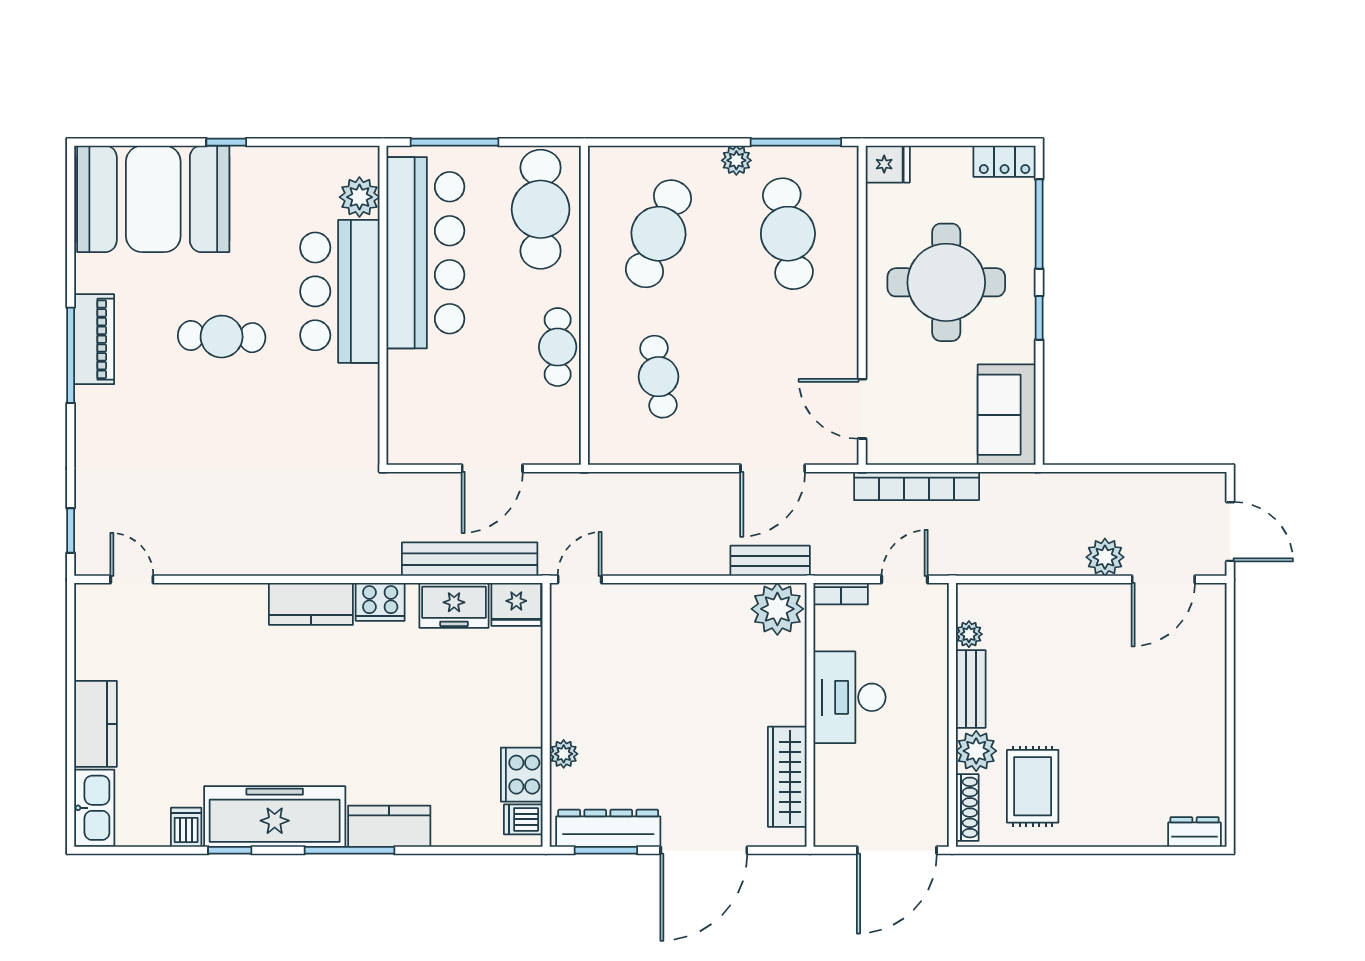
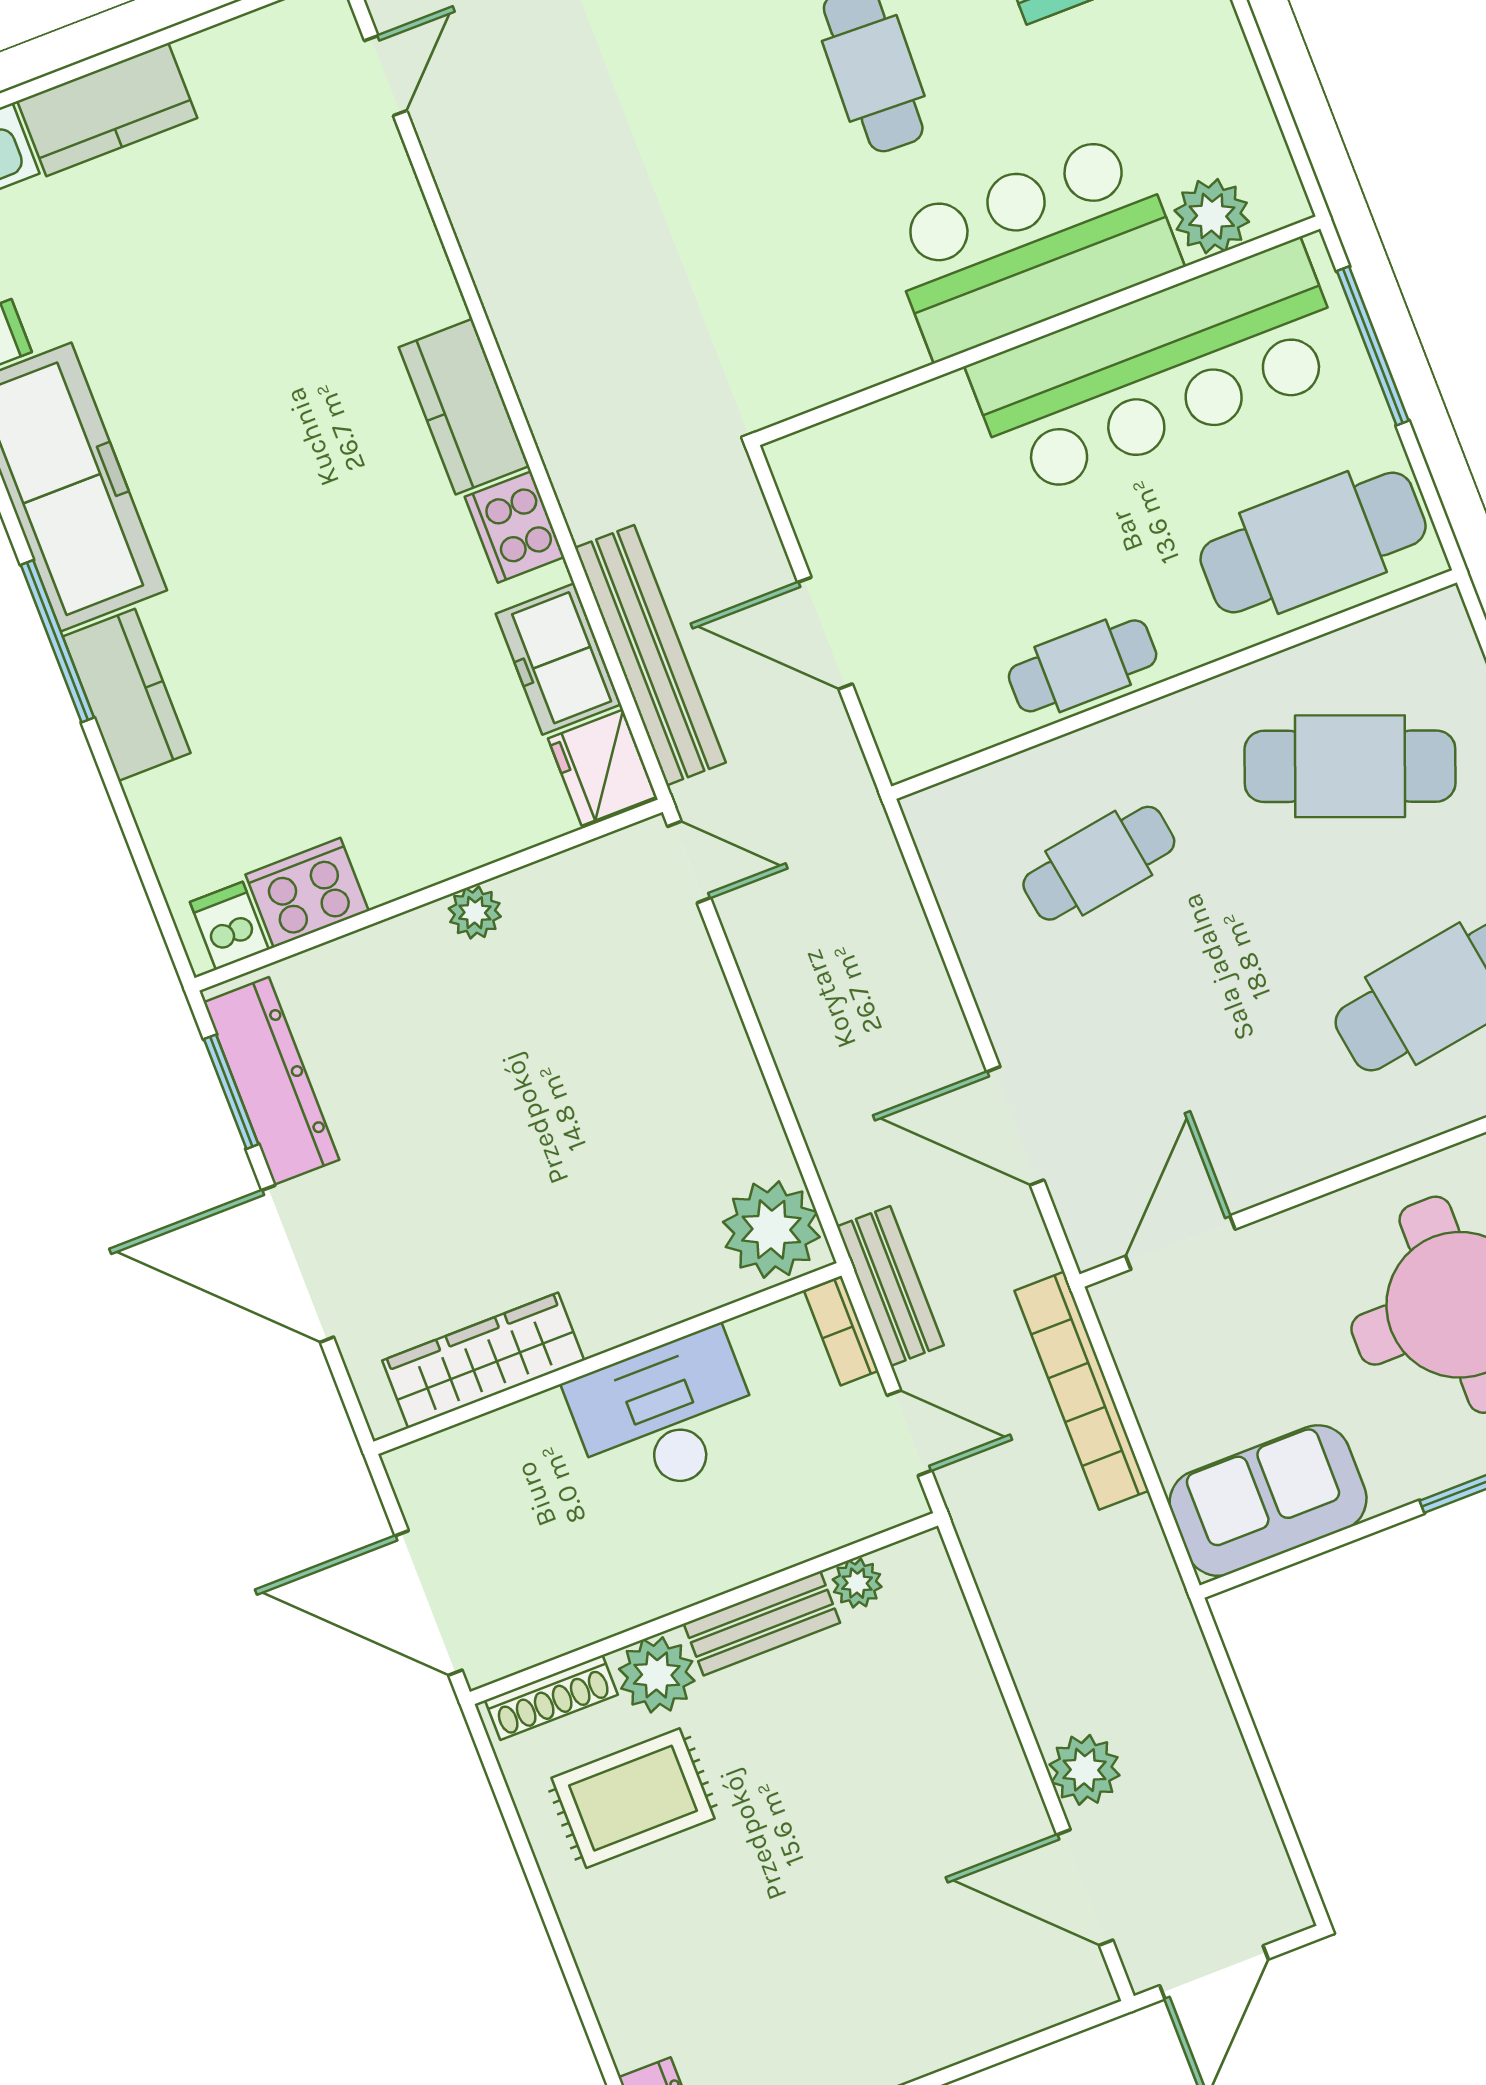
bench: (770, 561) -> (890, 1286), moved
plant: (564, 754) -> (475, 913), moved

